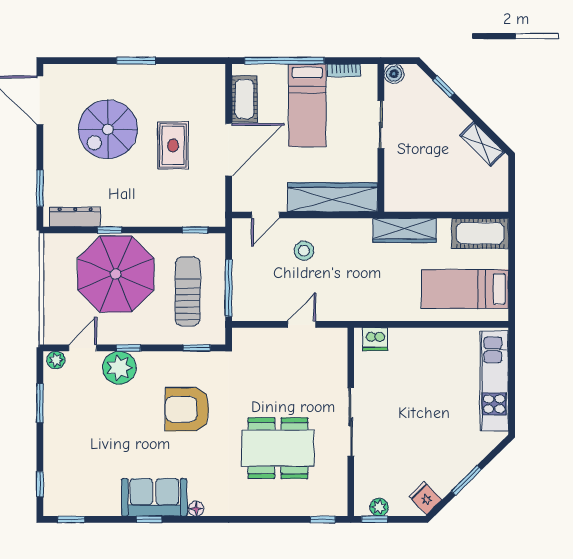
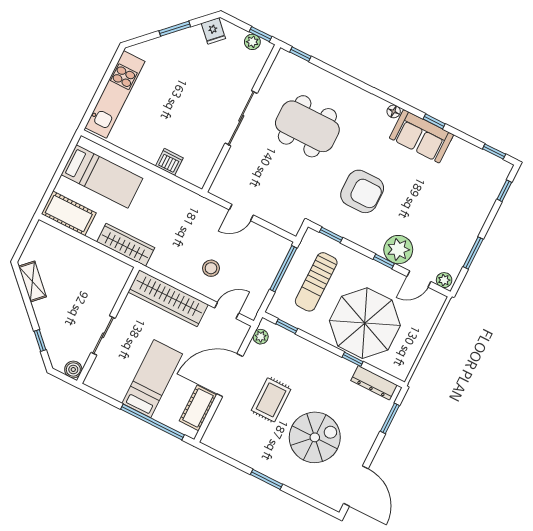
bookcase: (344, 70) -> (110, 391), removed
plant: (217, 206) -> (261, 337), added
dishwasher: (375, 339) -> (169, 162), moved

